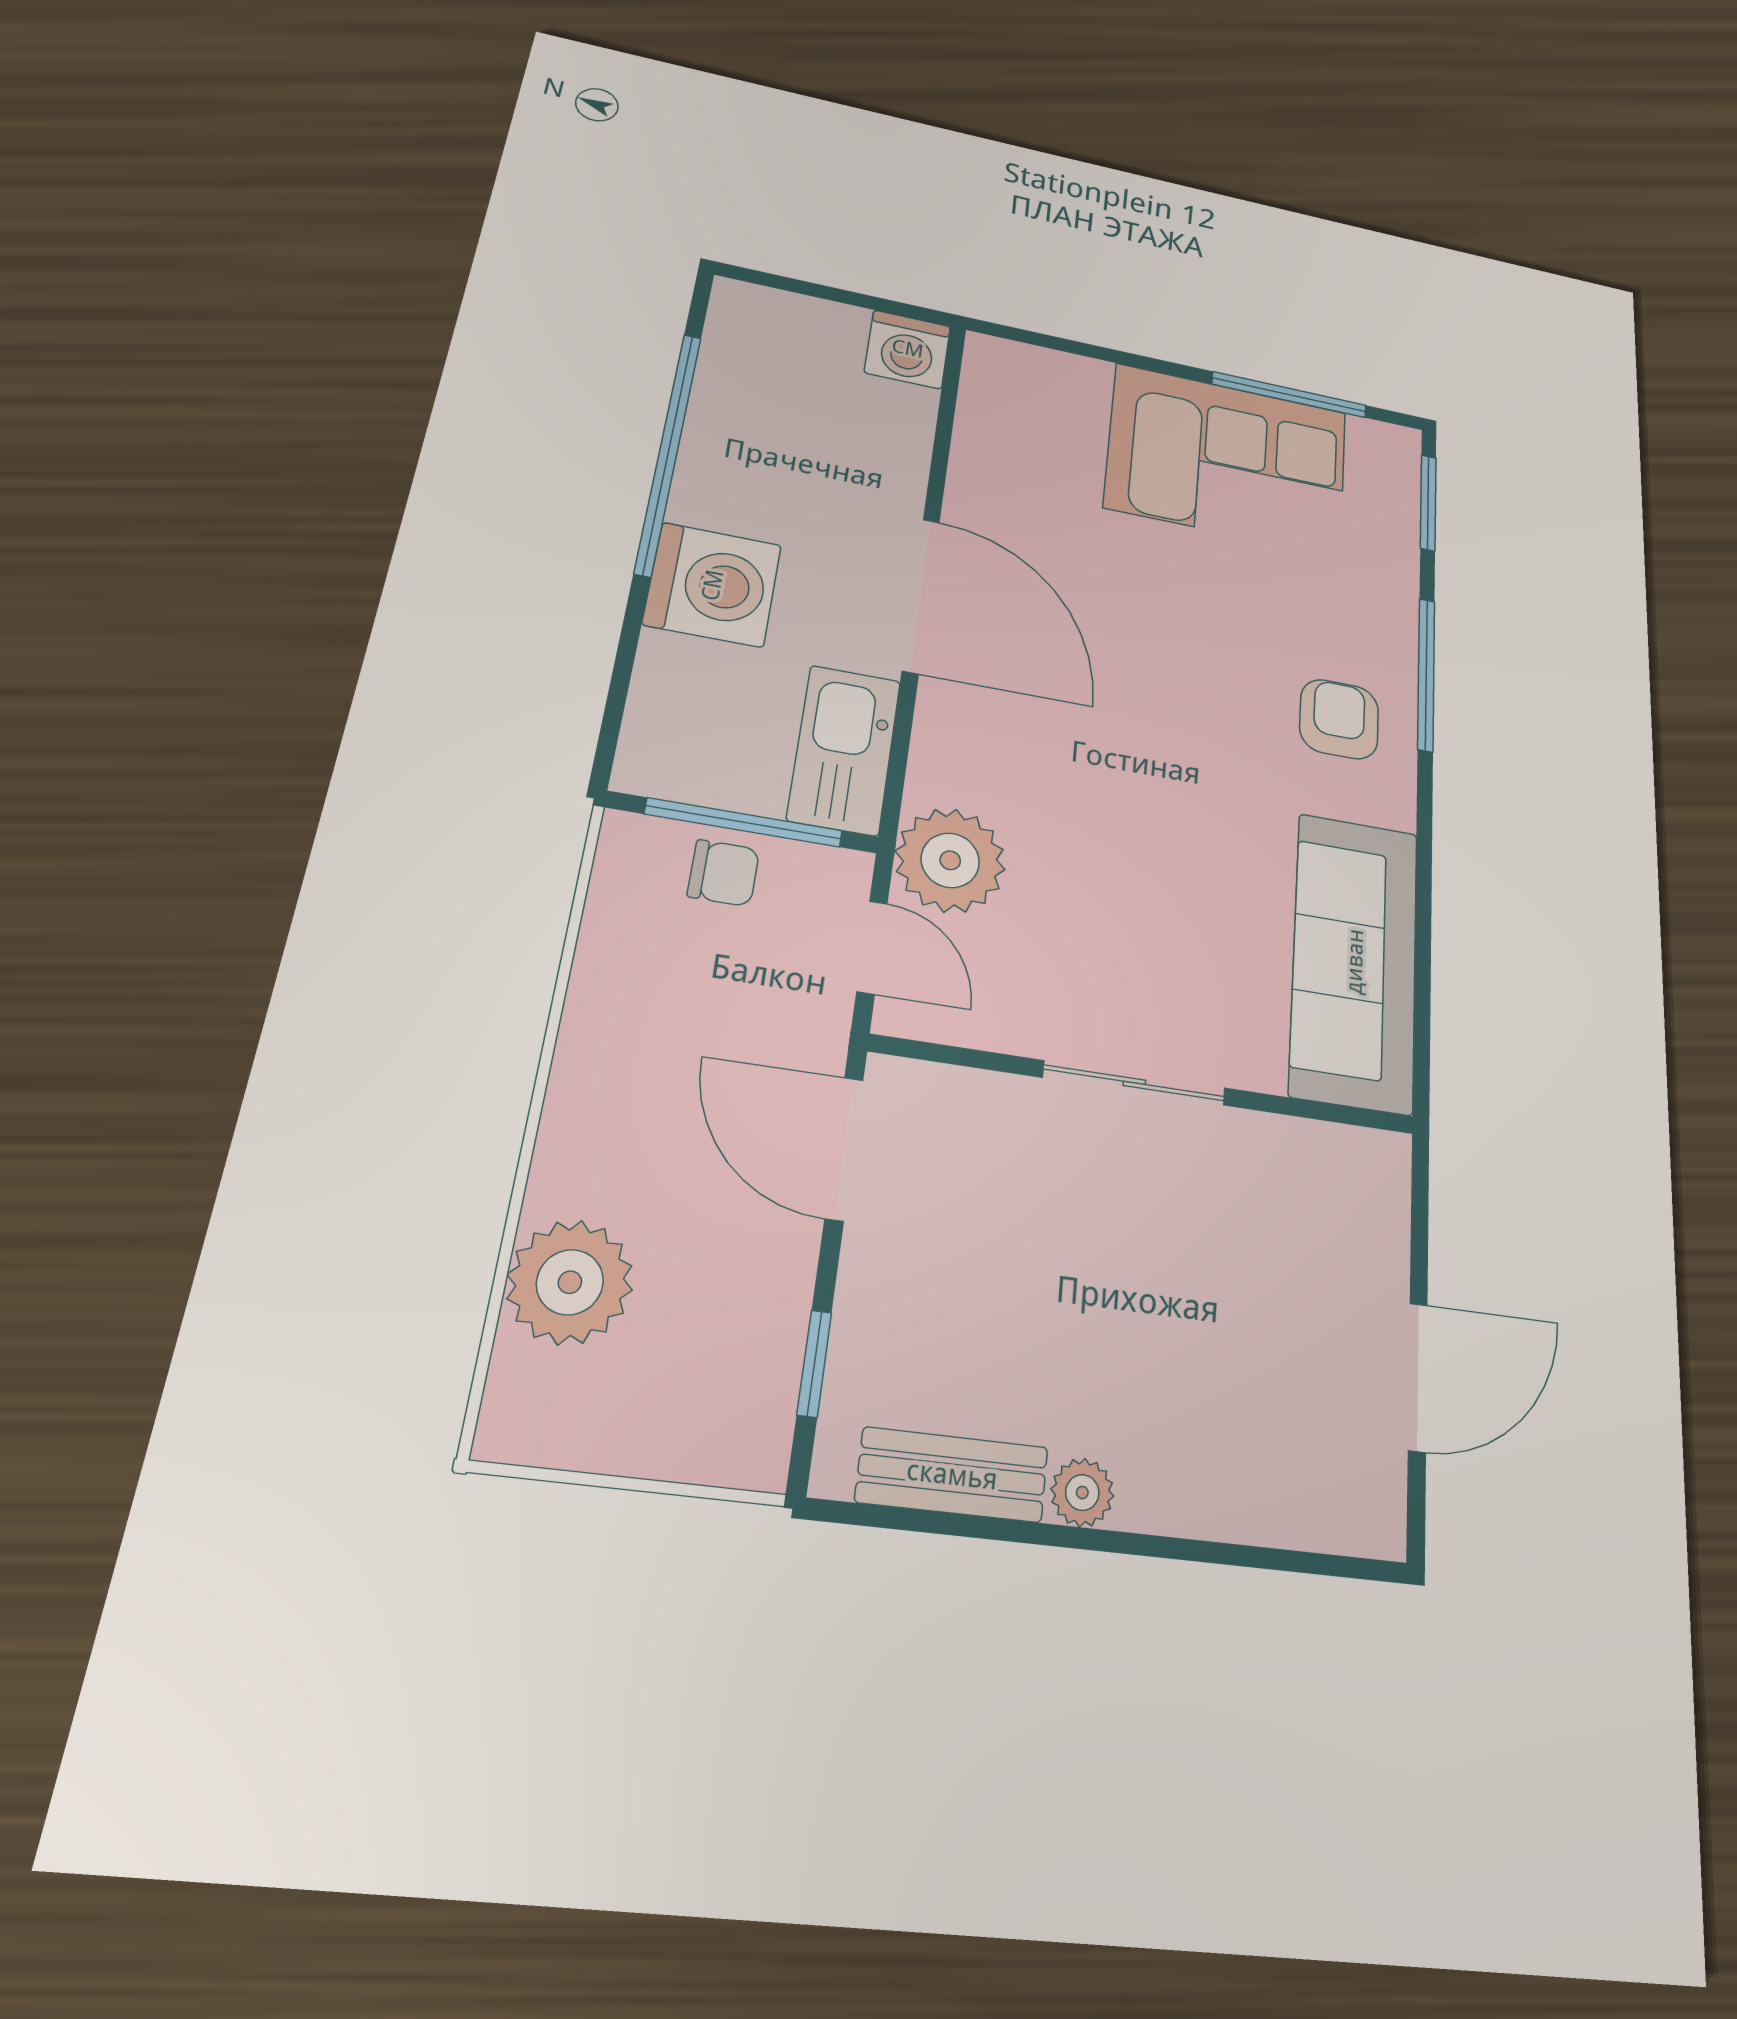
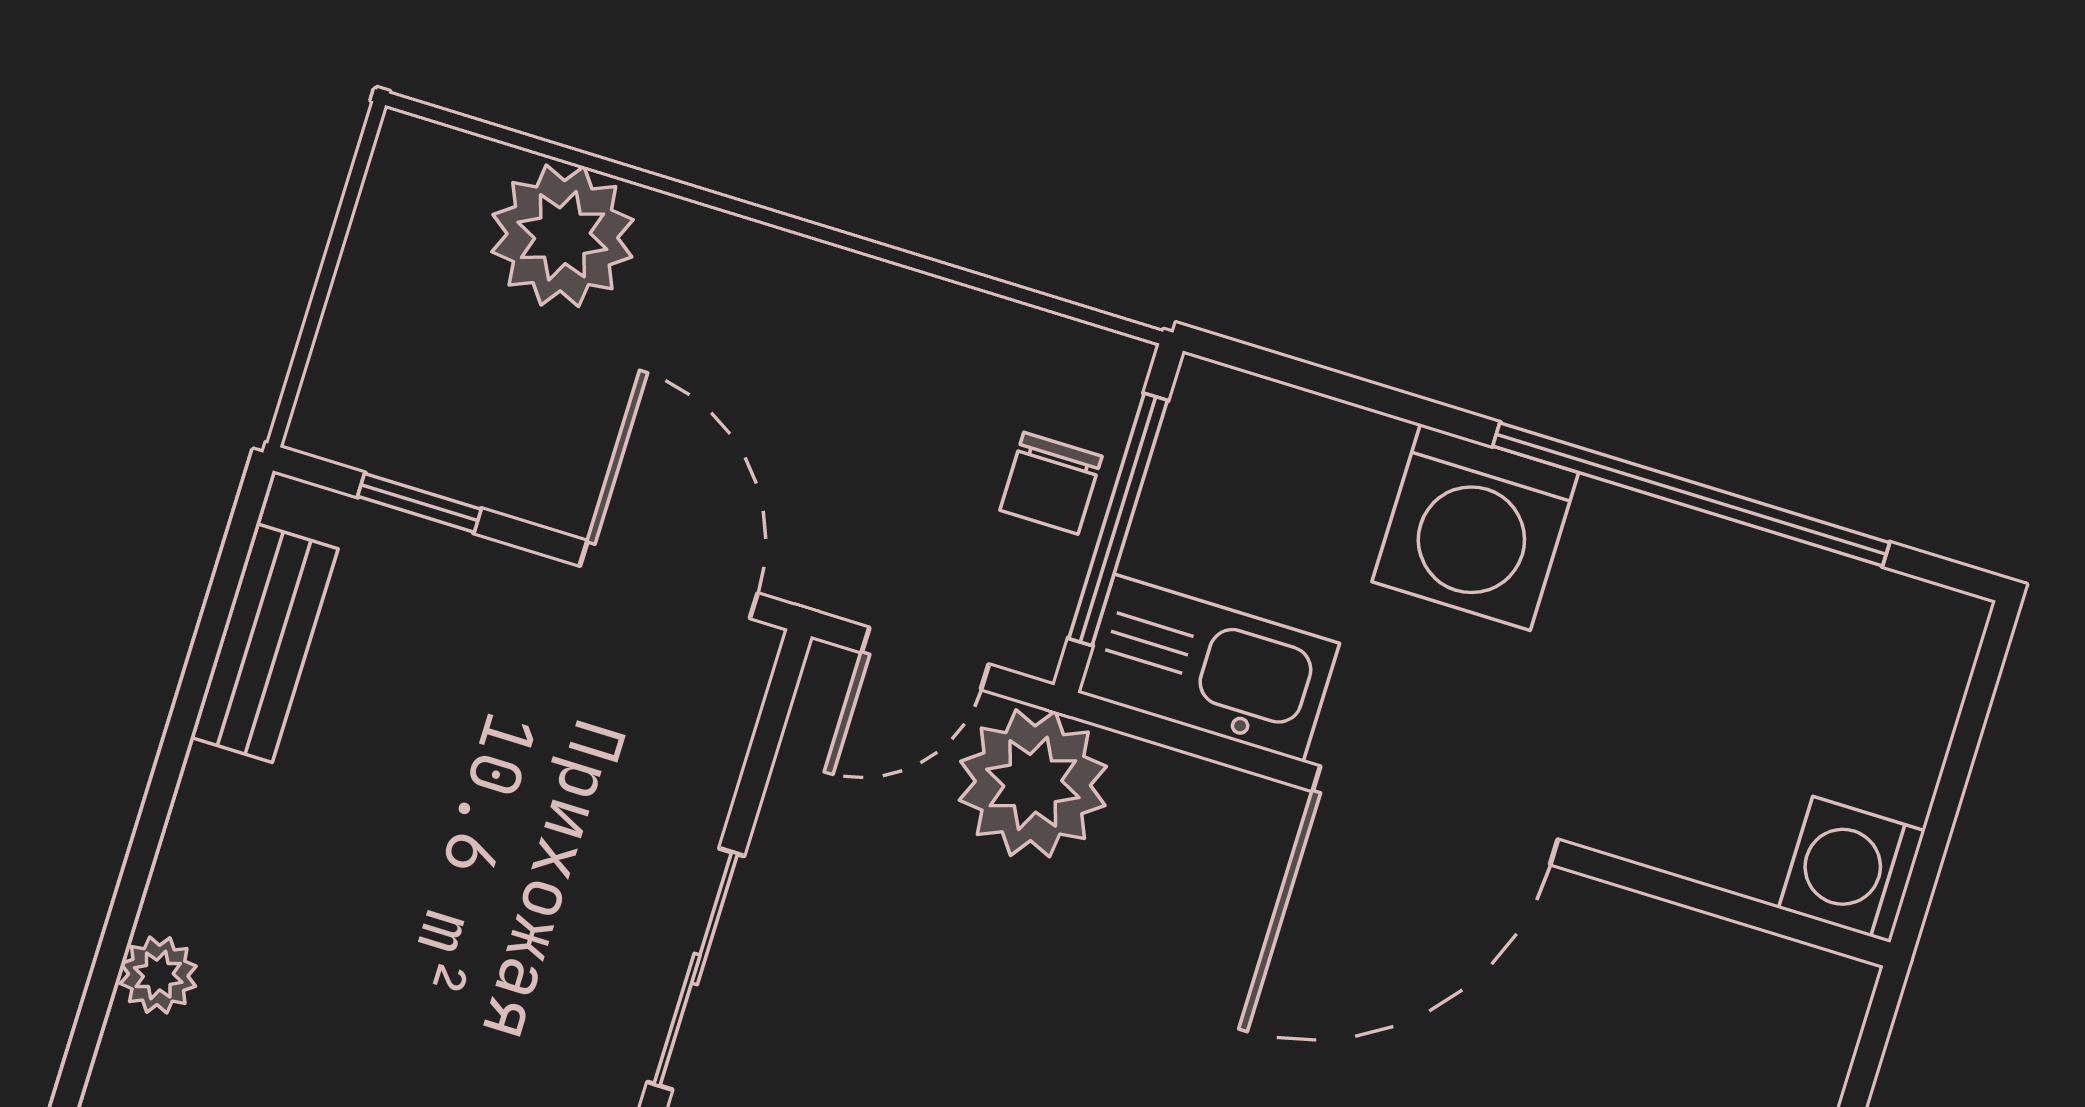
door: (844, 1149) -> (669, 580), hinge flipped
plant: (1082, 1493) -> (158, 975), moved

